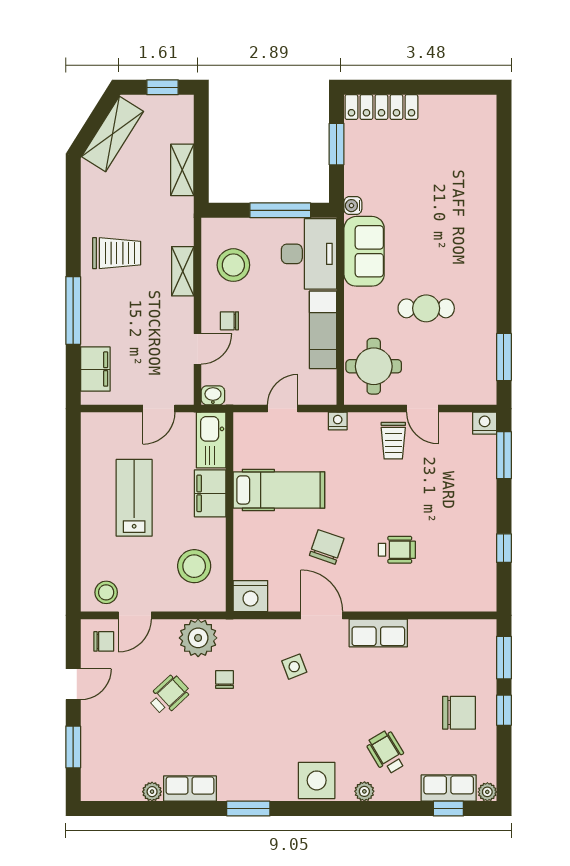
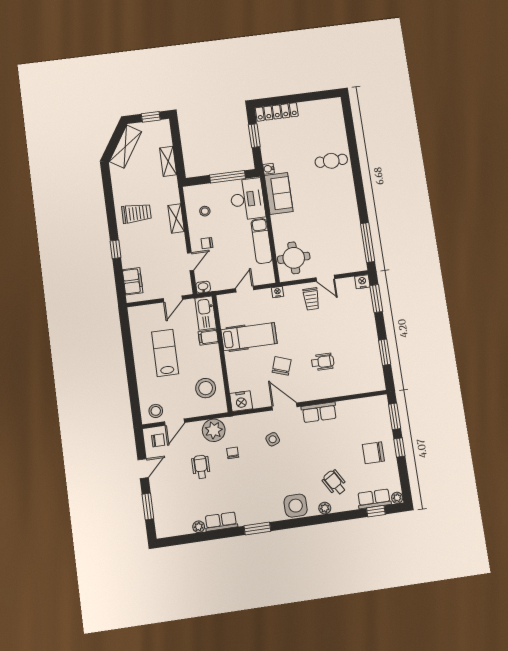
stool: (233, 265) -> (205, 211), width x0.53, depth x0.53
cafe table: (426, 308) -> (331, 161), moved
window: (73, 310) -> (115, 249), width x0.46
window: (504, 357) -> (368, 243), width x1.44
filing cabinet: (210, 493) -> (208, 337), width x0.50
window: (504, 548) -> (385, 352), width x1.50
wheelchair: (169, 695) -> (201, 467), turned -47
chair: (459, 713) -> (373, 453), turned 180

